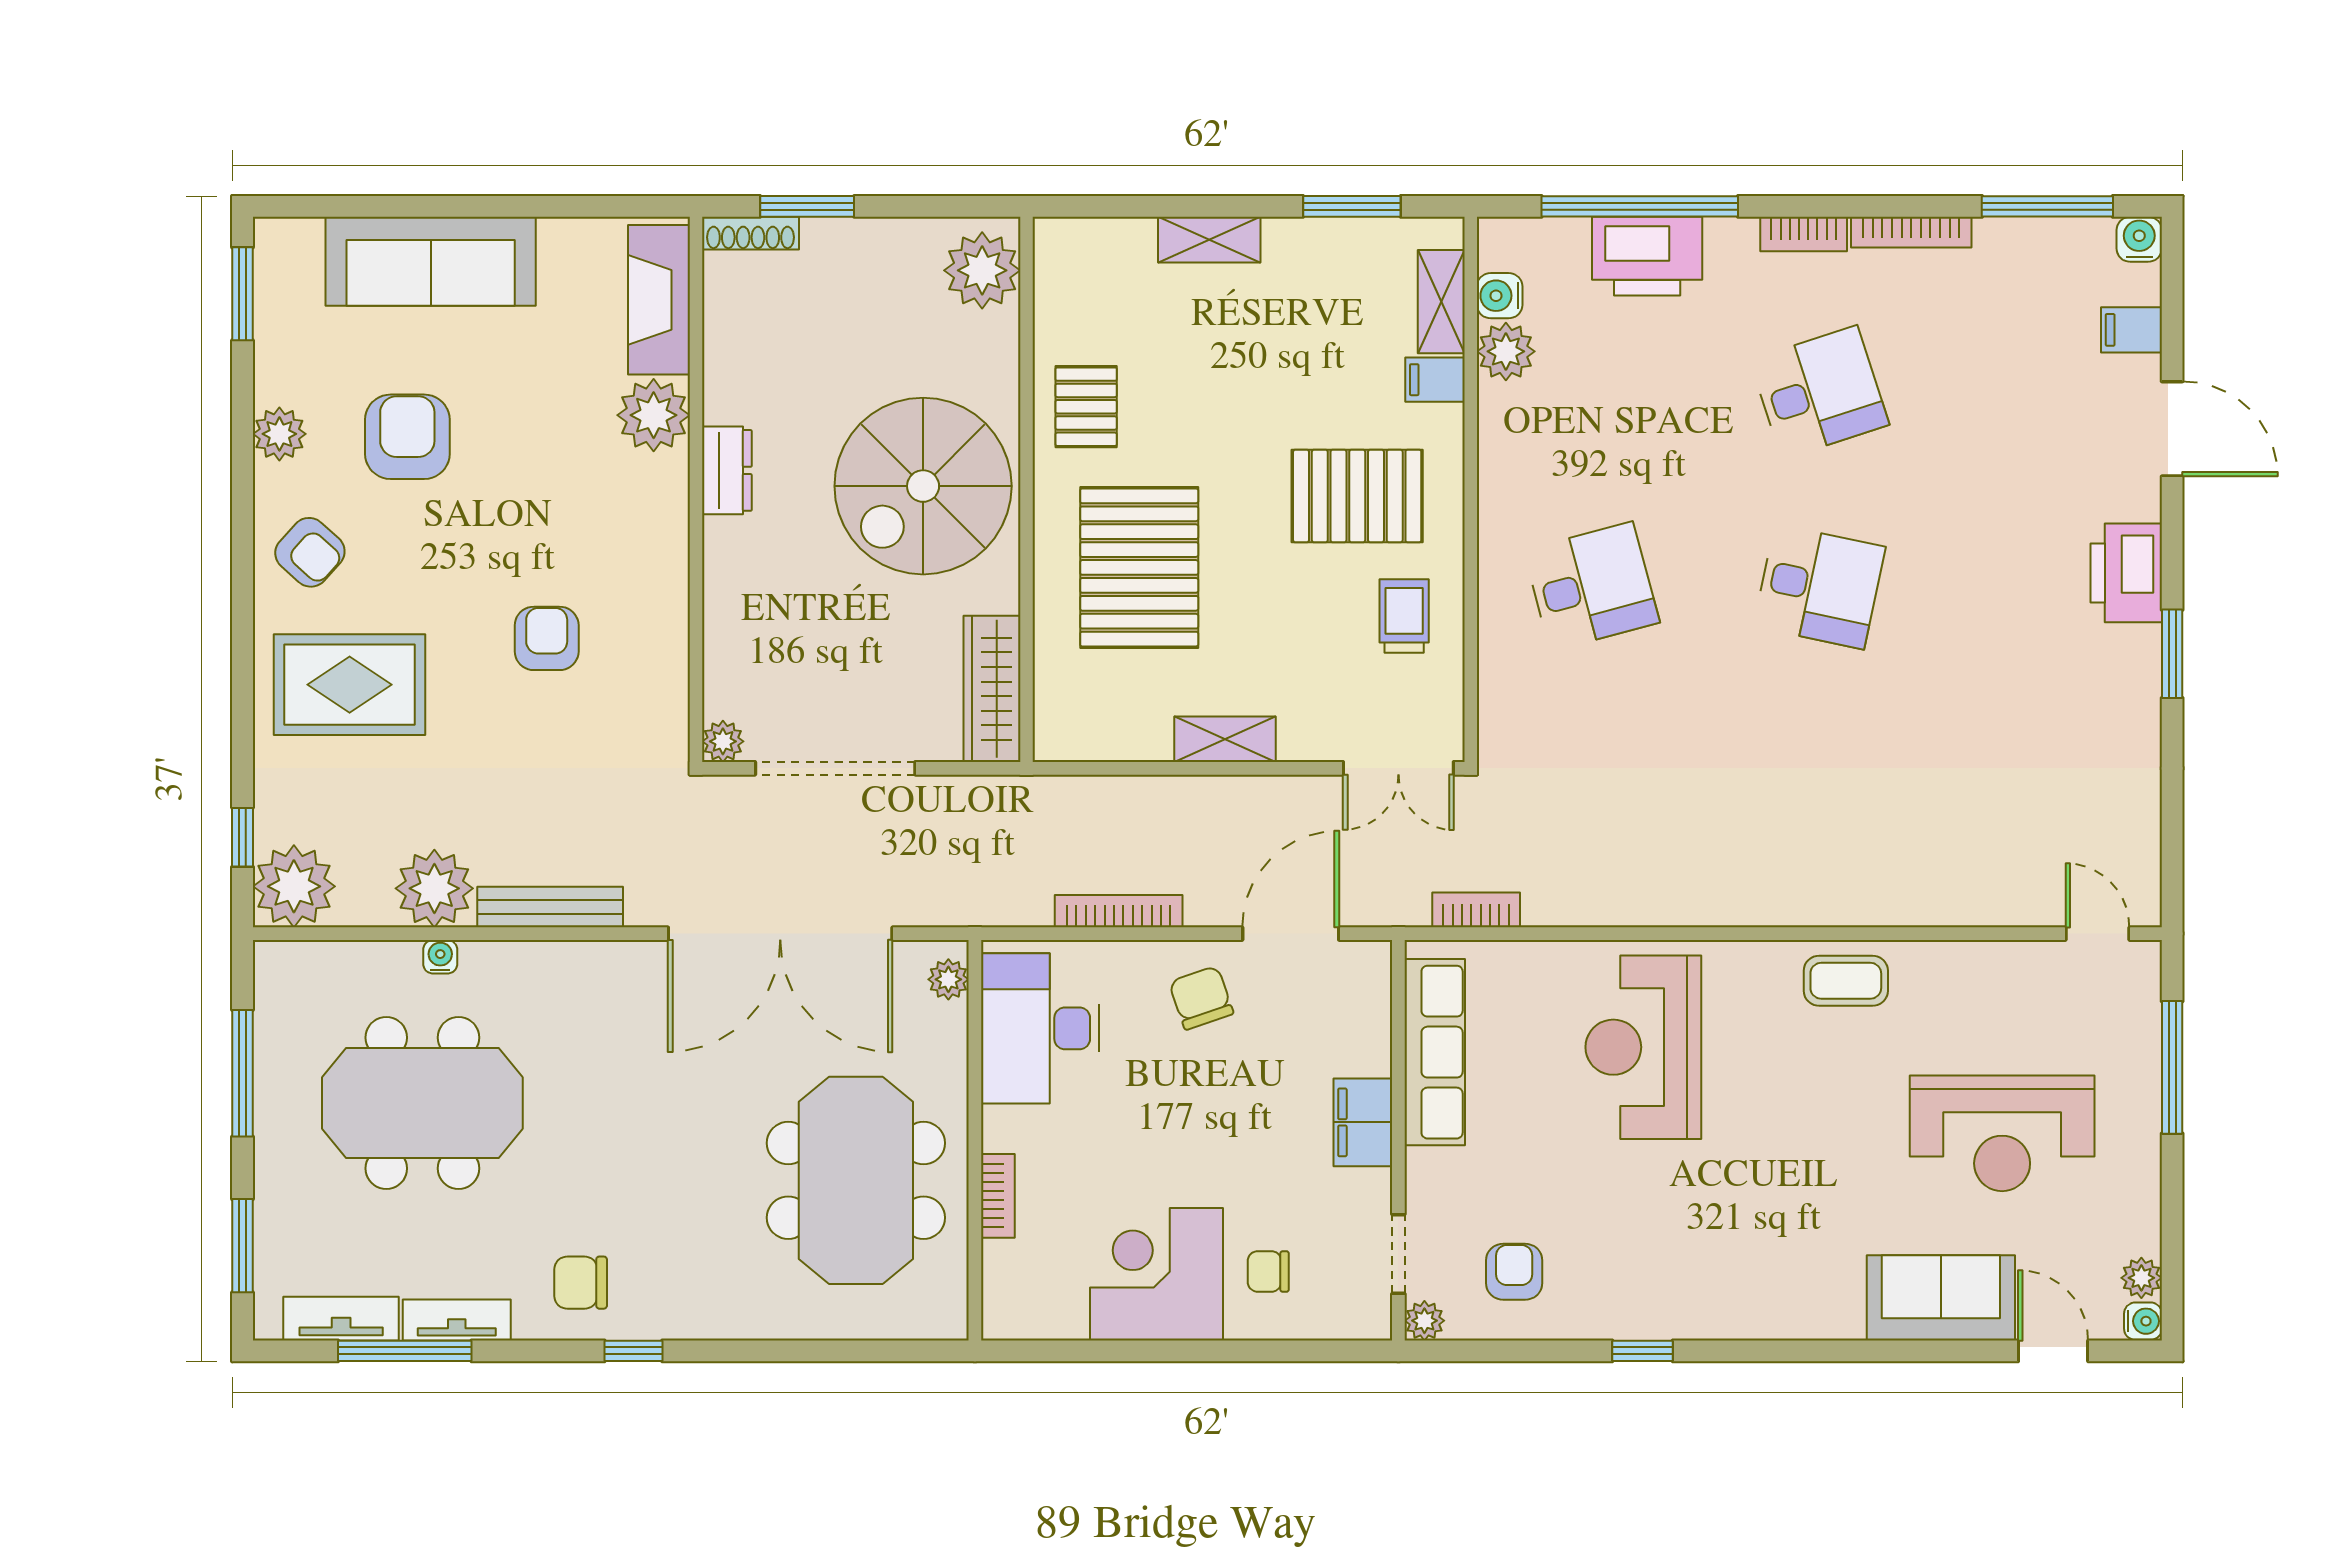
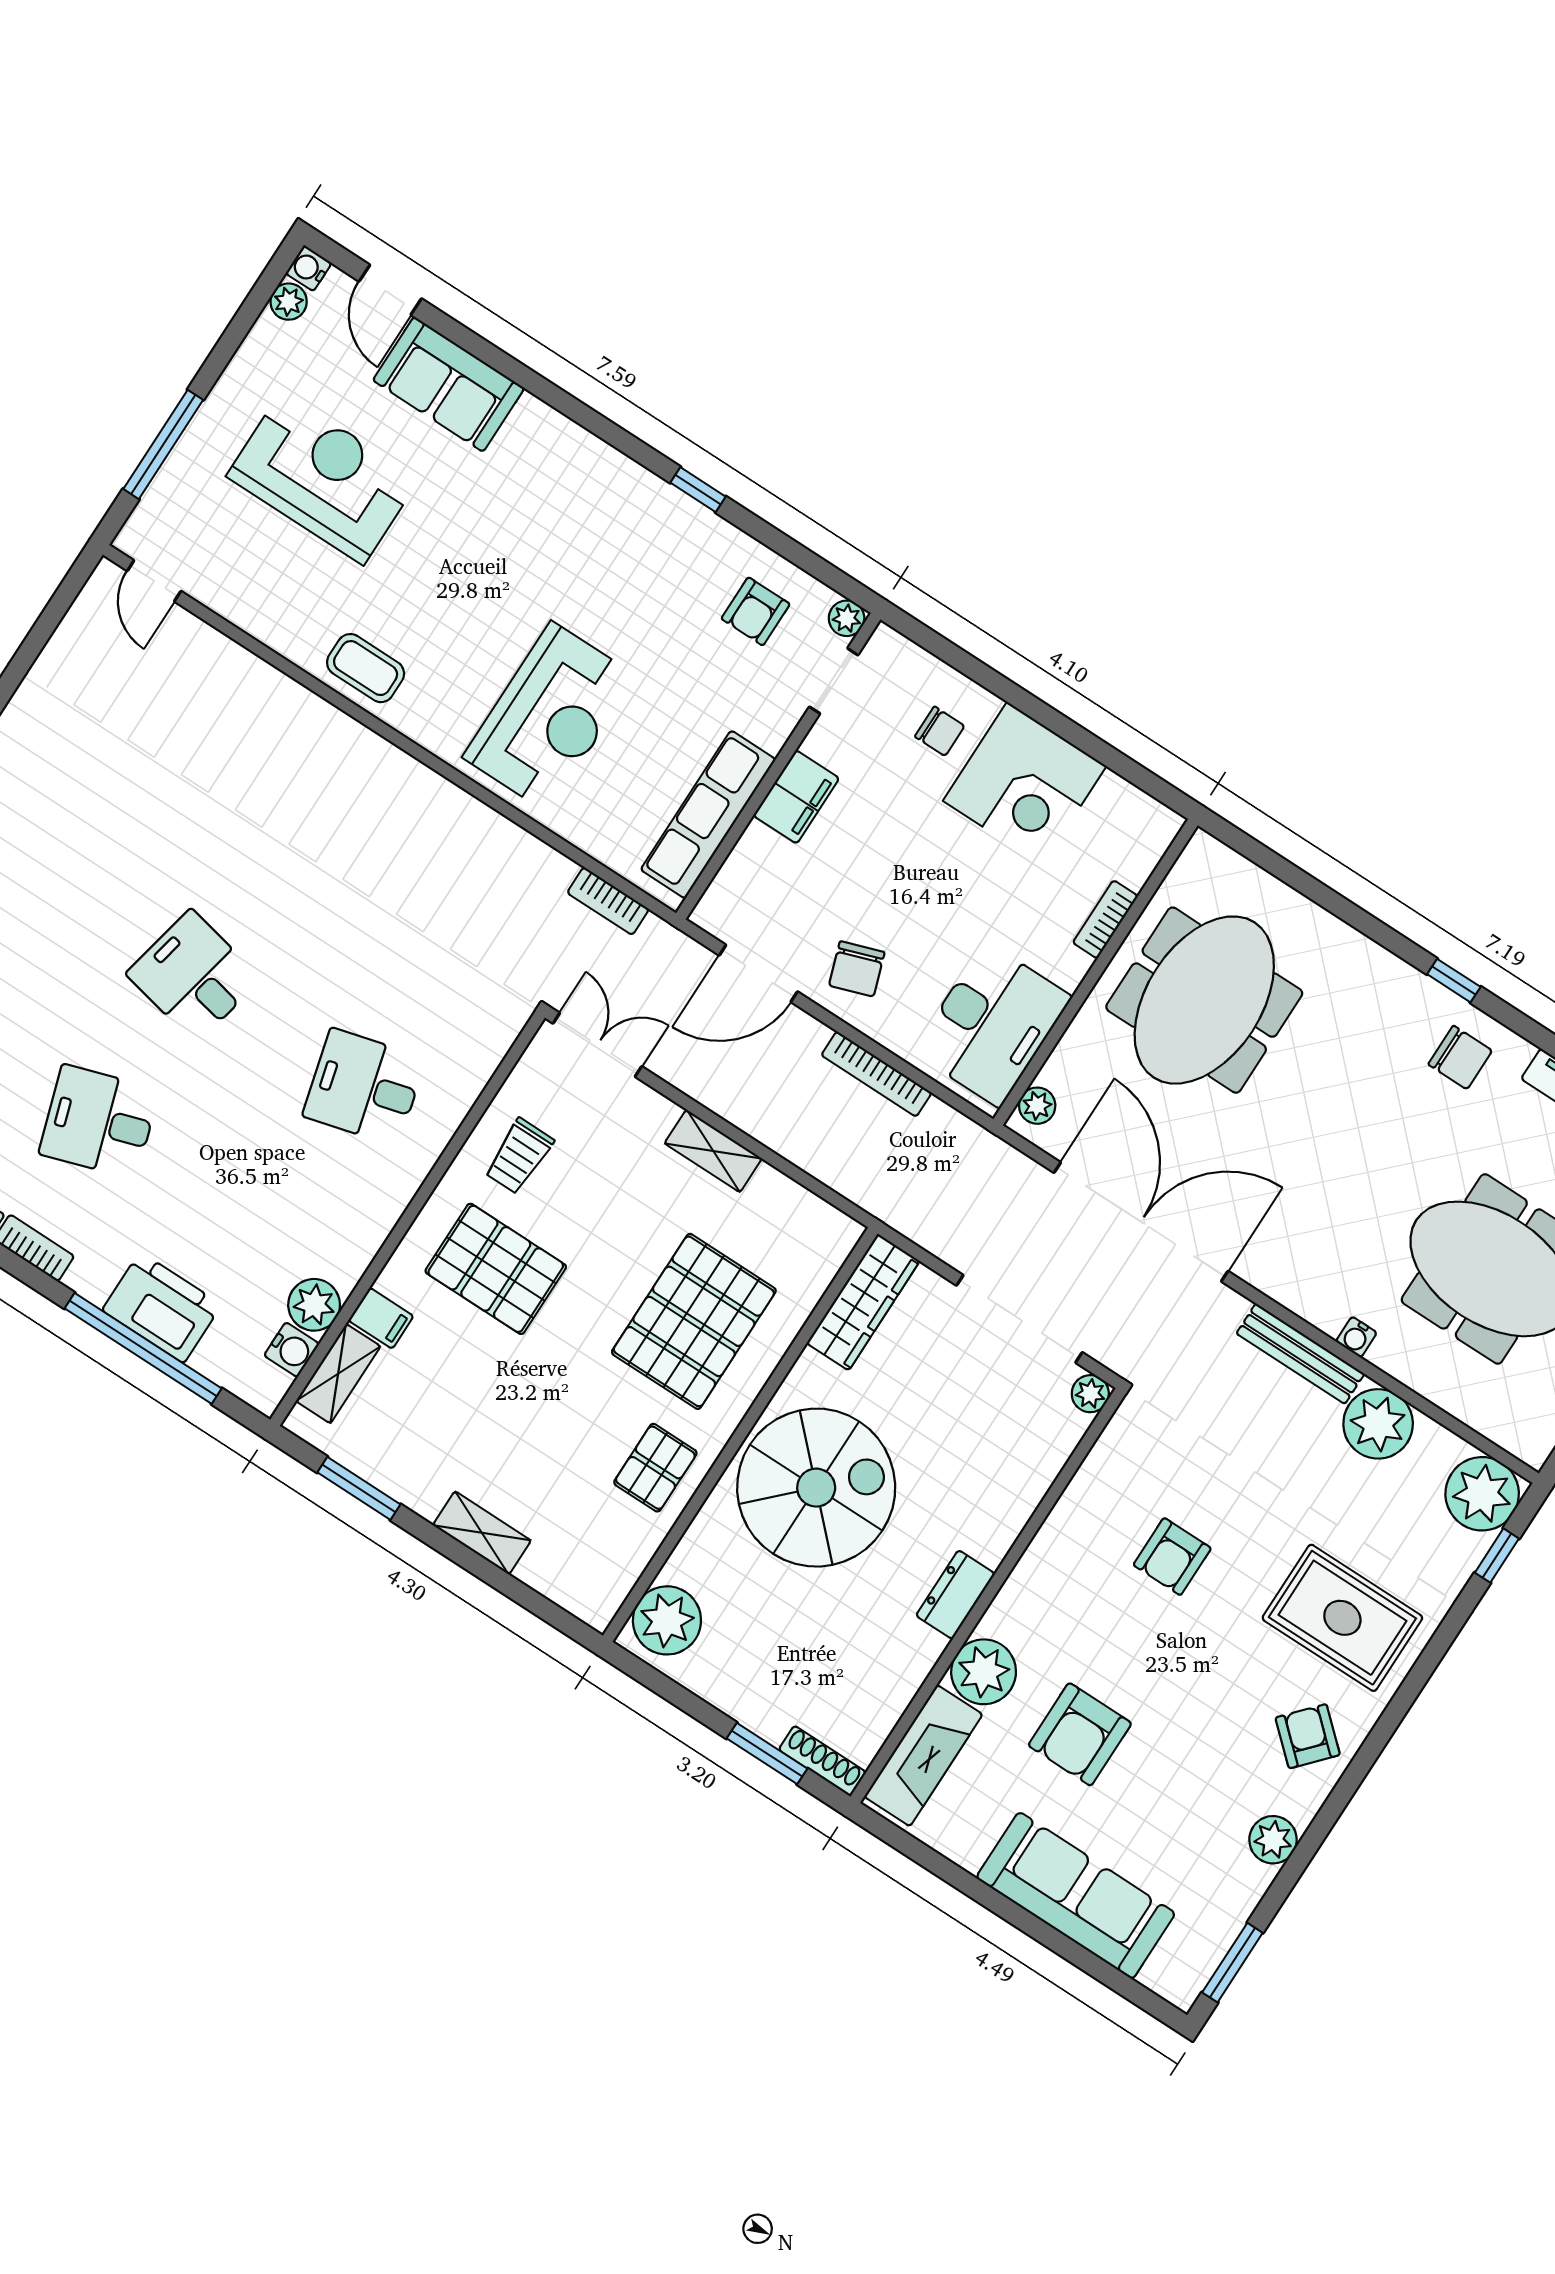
armchair: (407, 437) -> (1080, 1734), moved
water cooler: (440, 957) -> (1356, 1337), moved

